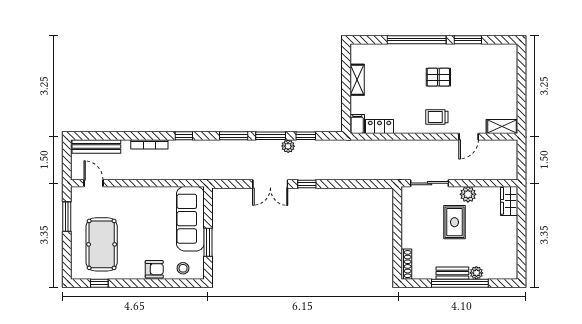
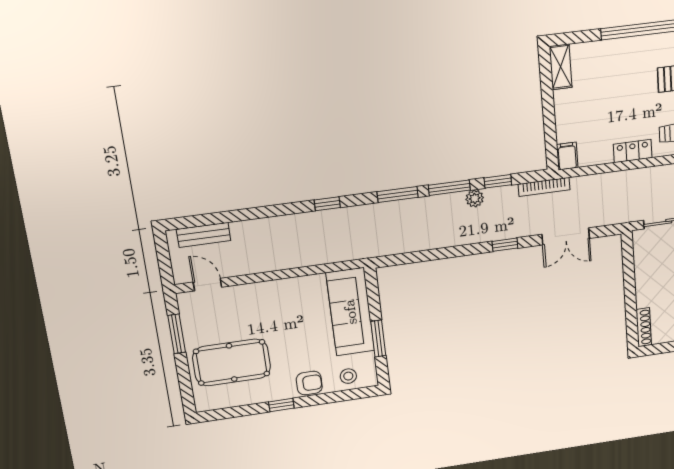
shelving: (357, 80) -> (561, 67), moved
locker: (380, 126) -> (633, 151), moved
bookcase: (149, 144) -> (544, 187), moved
bench: (96, 146) -> (204, 235), width x0.73
double door: (270, 184) -> (566, 236), moved
pool table: (102, 244) -> (232, 362), turned 90
window: (99, 283) -> (281, 405), moved

